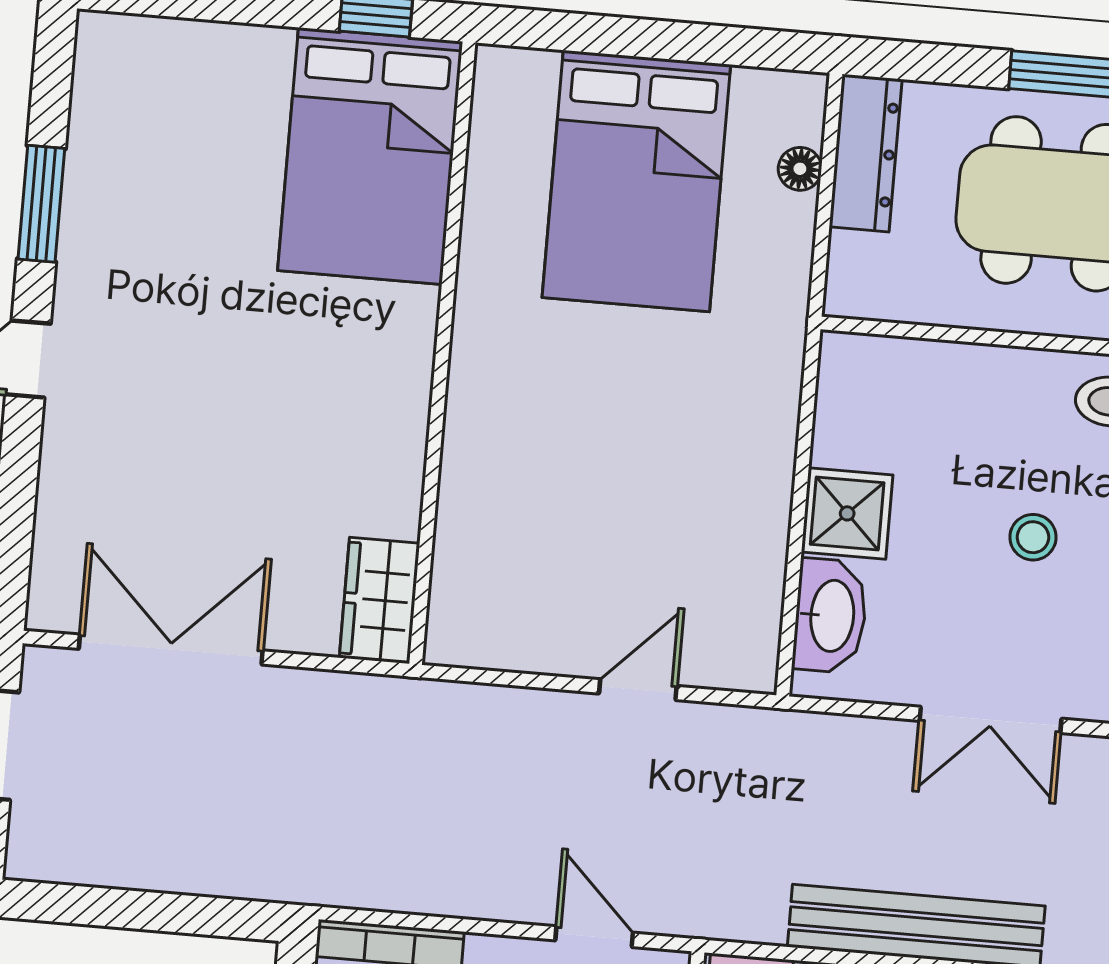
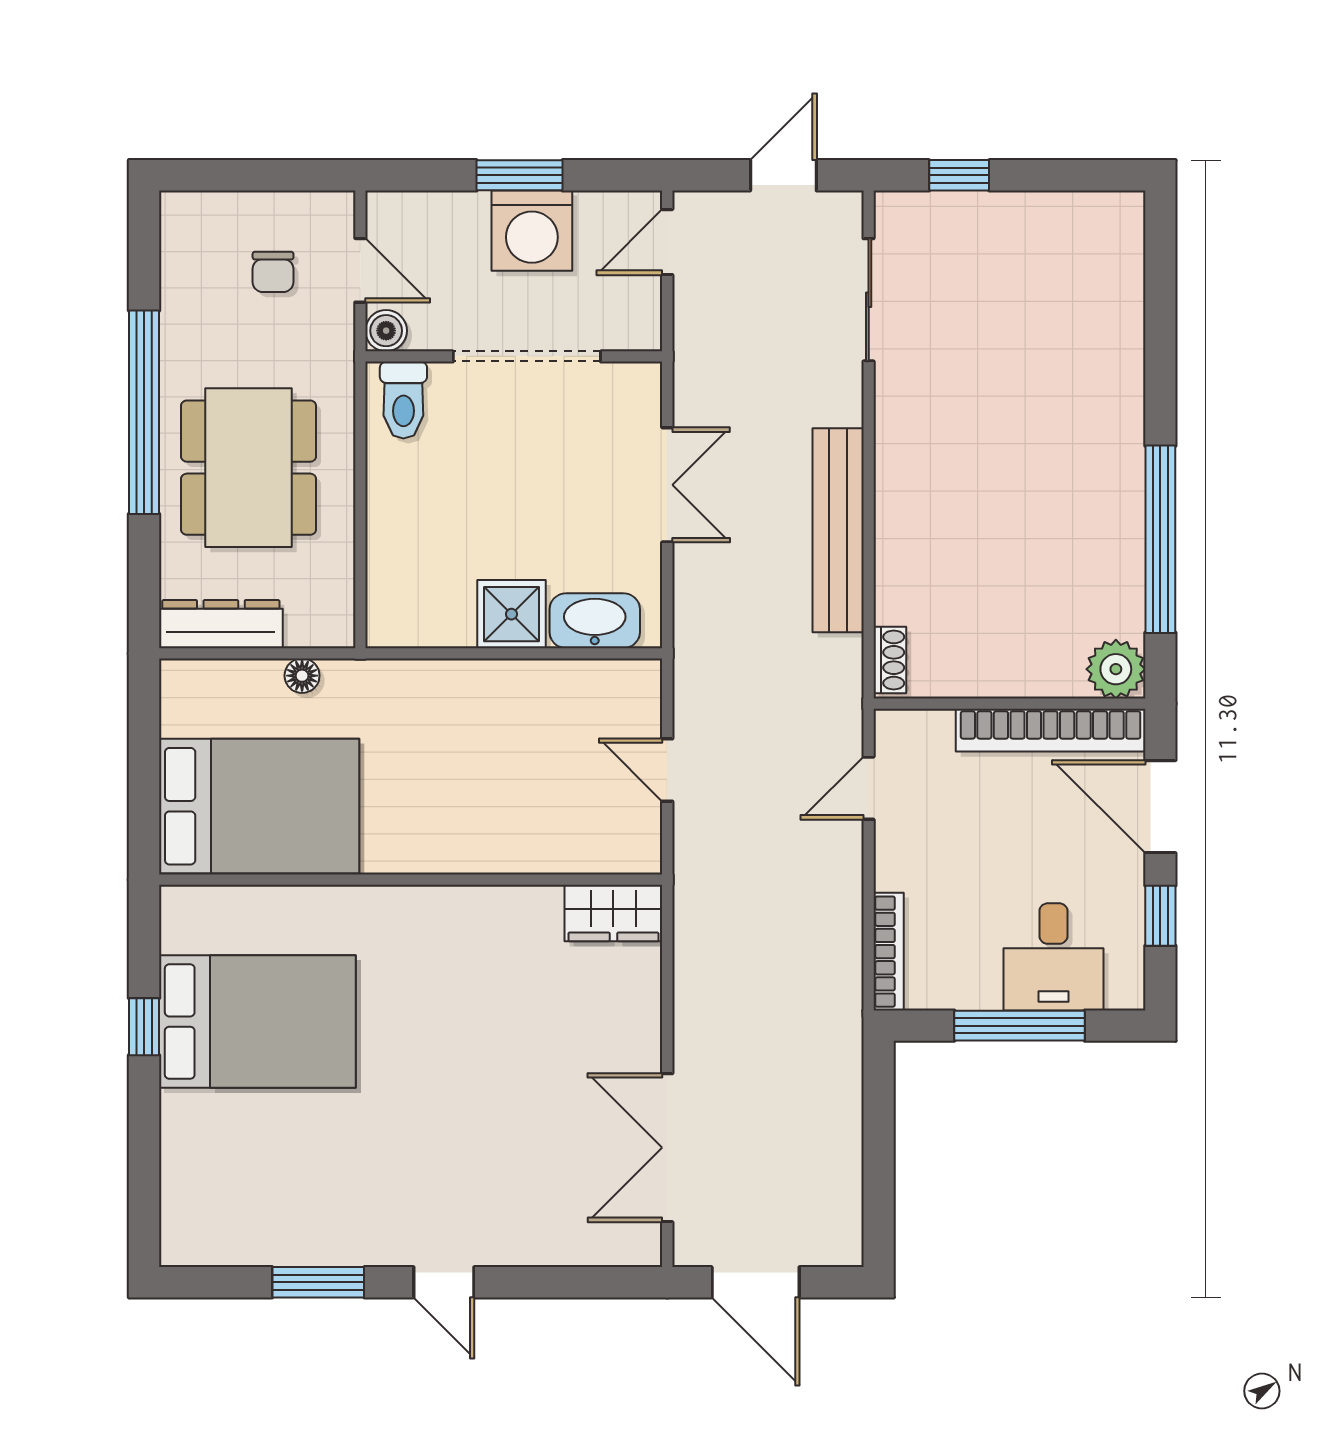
floor lamp: (800, 169) -> (302, 676), moved
wall: (442, 353) -> (411, 880), moved
stool: (1033, 537) -> (518, 463), removed
wardrobe: (380, 600) -> (613, 913), moved

